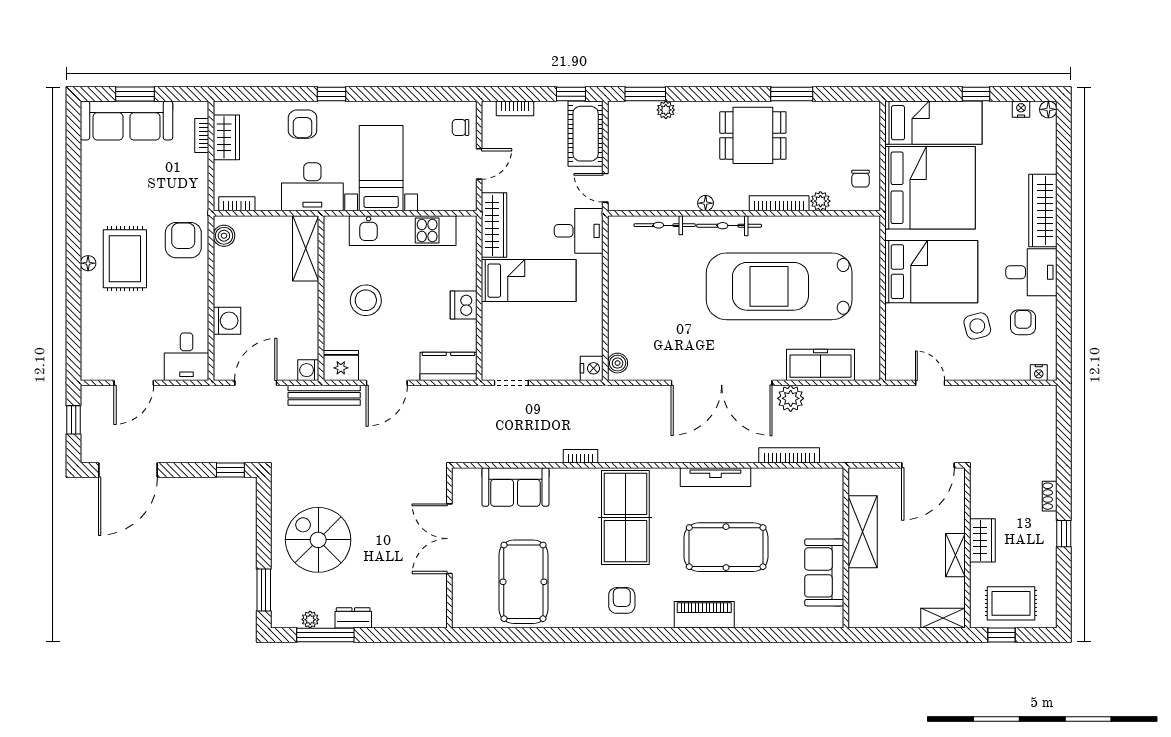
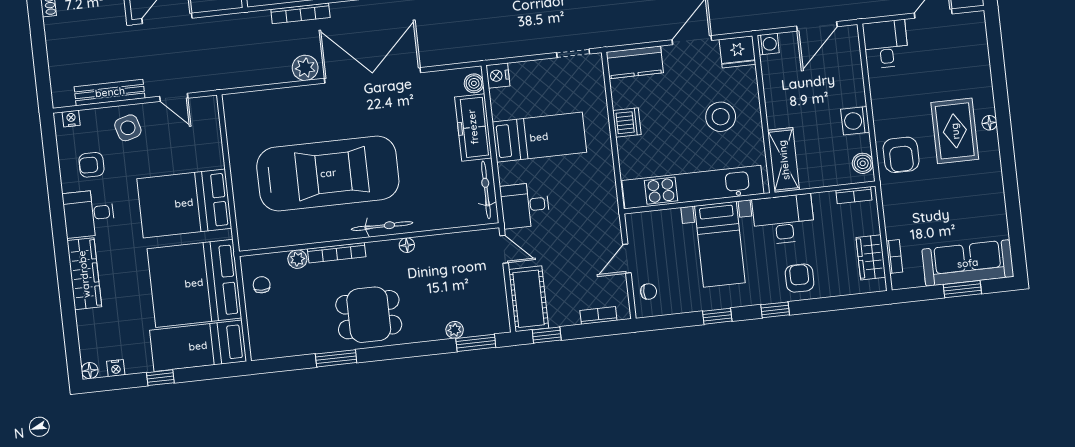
window: (392, 94) -> (717, 316), added
wardrobe: (494, 225) -> (606, 202), removed
bicycle: (665, 225) -> (486, 190), moved, turned -90
kitchen unit: (403, 231) -> (693, 187), width x1.36
bed: (529, 281) -> (539, 137), moved, turned 180
washing machine: (227, 321) -> (855, 121), moved
armchair: (1023, 322) -> (91, 165), turned 90
side table: (977, 326) -> (128, 128), moved
freezer: (820, 365) -> (473, 127), moved, turned 90
bench: (324, 395) -> (110, 92), moved

